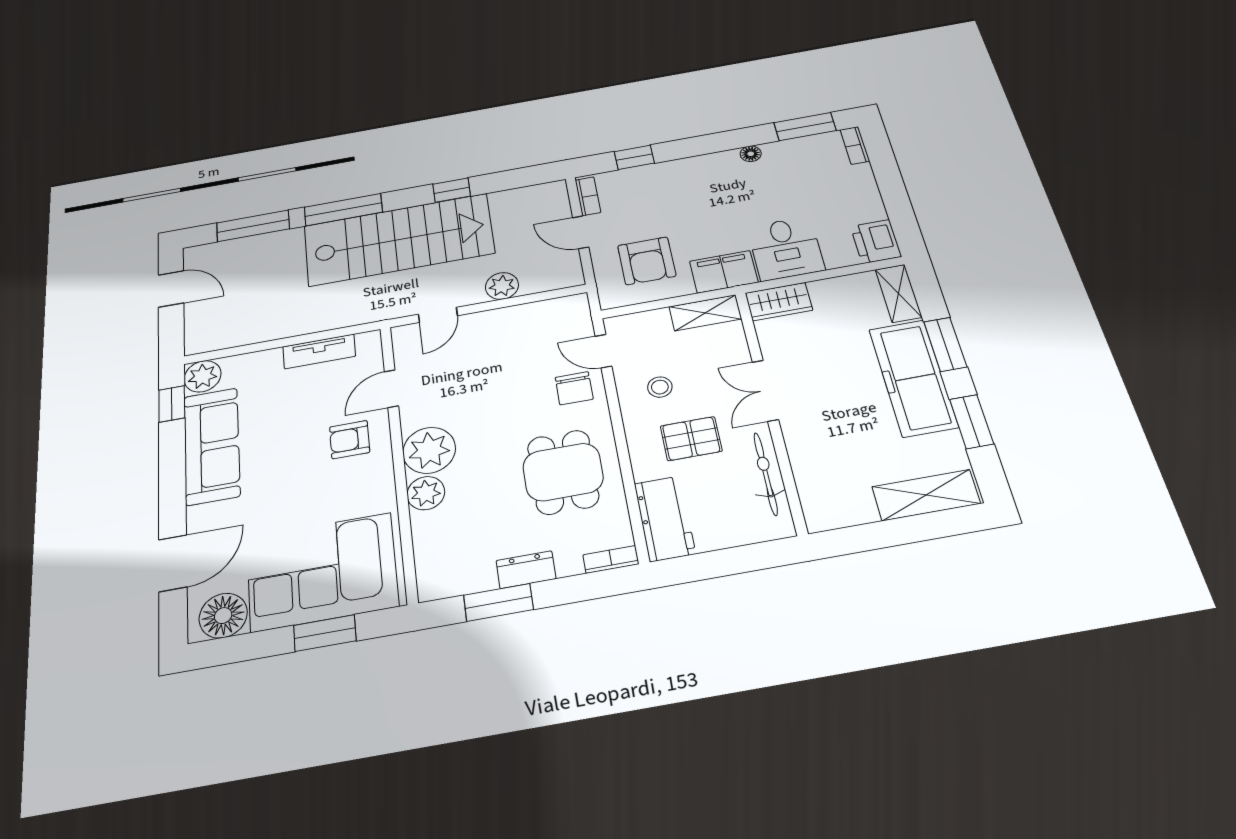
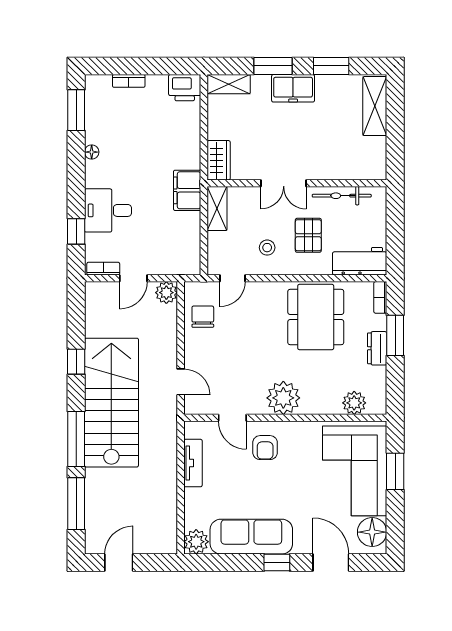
bookcase: (855, 145) -> (129, 81), moved
desk: (786, 248) -> (108, 210), moved, turned 180
armchair: (647, 261) -> (167, 239), removed
plant: (502, 286) -> (166, 293), moved
freezer: (913, 378) -> (293, 88), width x0.52, depth x0.79
chair: (574, 388) -> (203, 317), moved, turned -90
window: (172, 404) -> (277, 563), moved
dining table: (563, 472) -> (316, 317), width x1.38
plant: (426, 493) -> (354, 403), moved
window: (498, 602) -> (395, 335), moved

